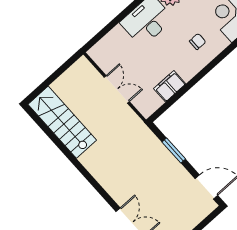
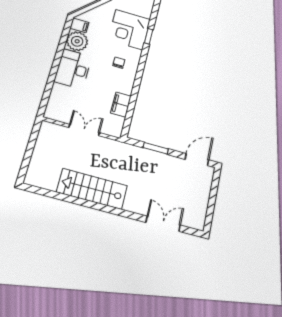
stairs: (62, 122) -> (92, 189), moved

